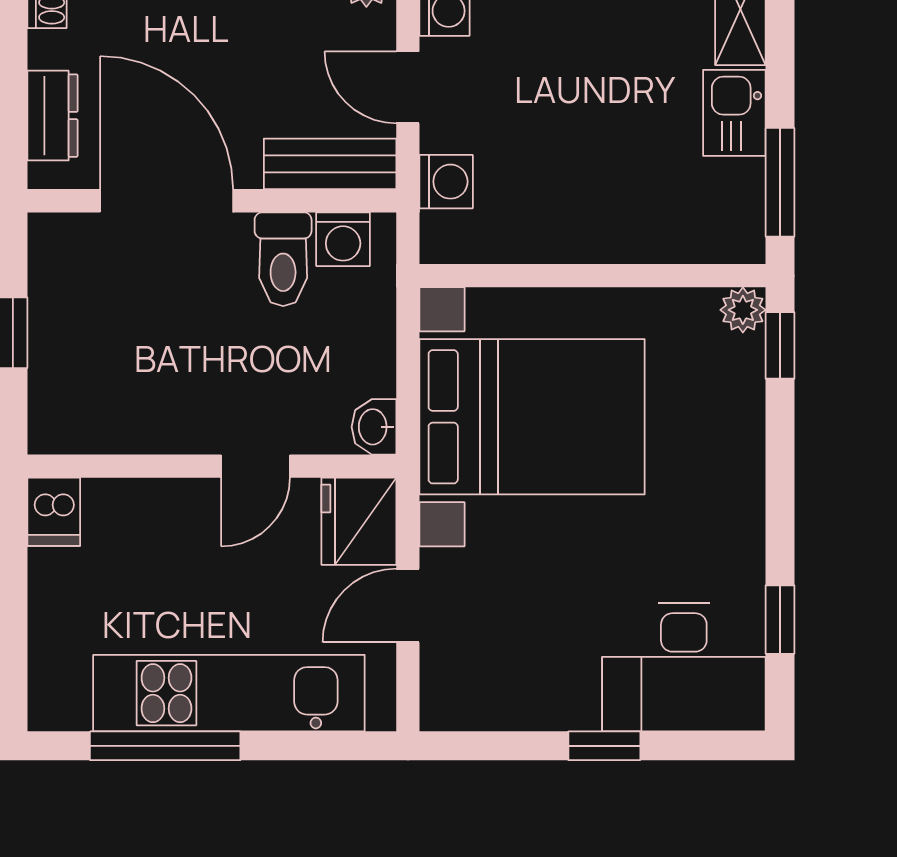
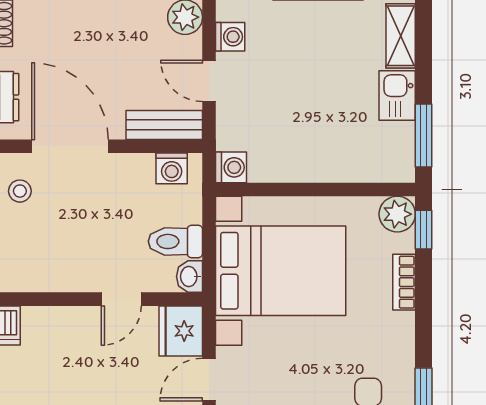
washing machine: (446, 182) -> (231, 167), moved
toilet: (283, 259) -> (175, 241), moved, turned 90
stool: (80, 278) -> (20, 191), added
plant: (743, 310) -> (397, 214), width x1.38, depth x1.38
bookcase: (746, 437) -> (404, 282), added

